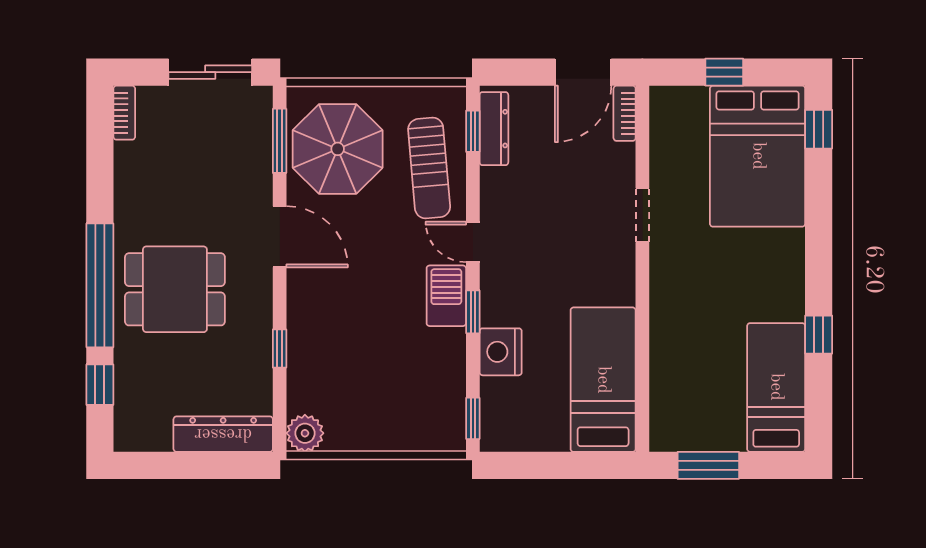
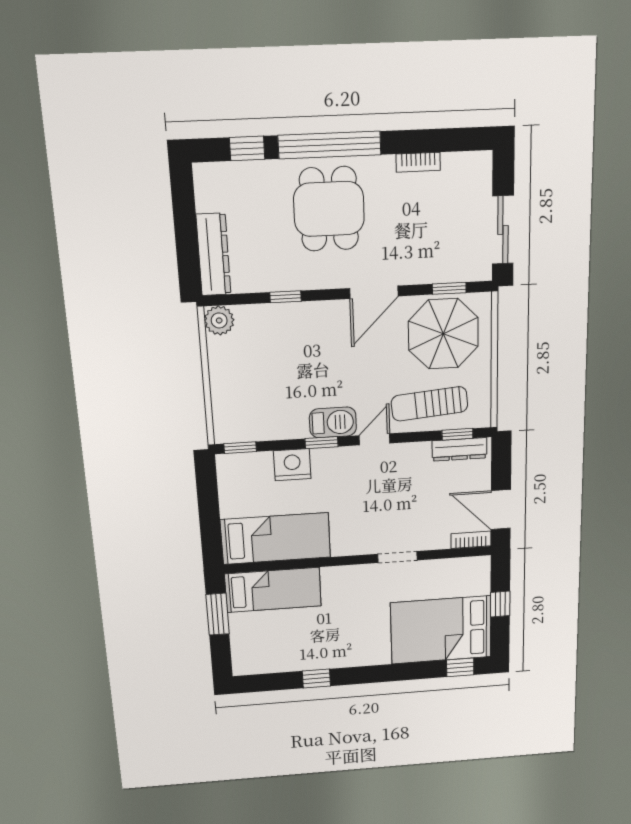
bookcase: (124, 113) -> (418, 162), moved
window: (280, 141) -> (449, 288), width x0.67
bed: (776, 387) -> (273, 590), moved

